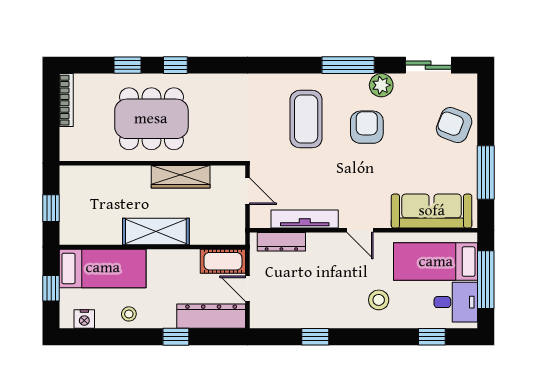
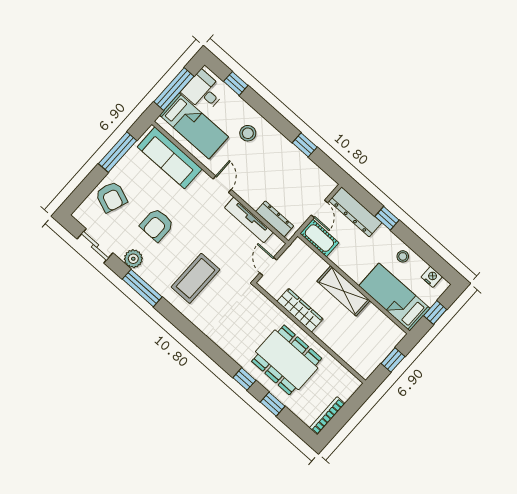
armchair: (367, 127) -> (157, 225), moved

